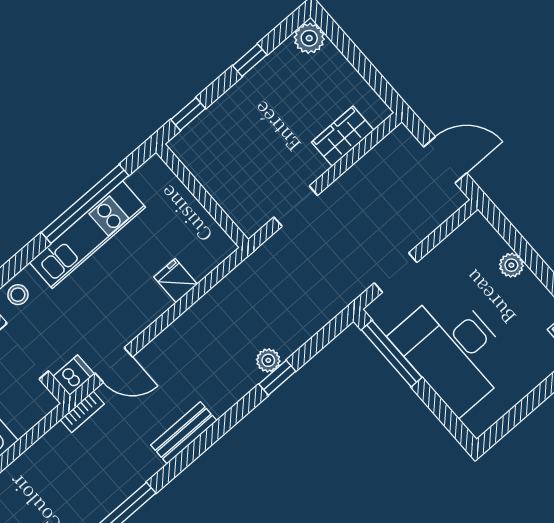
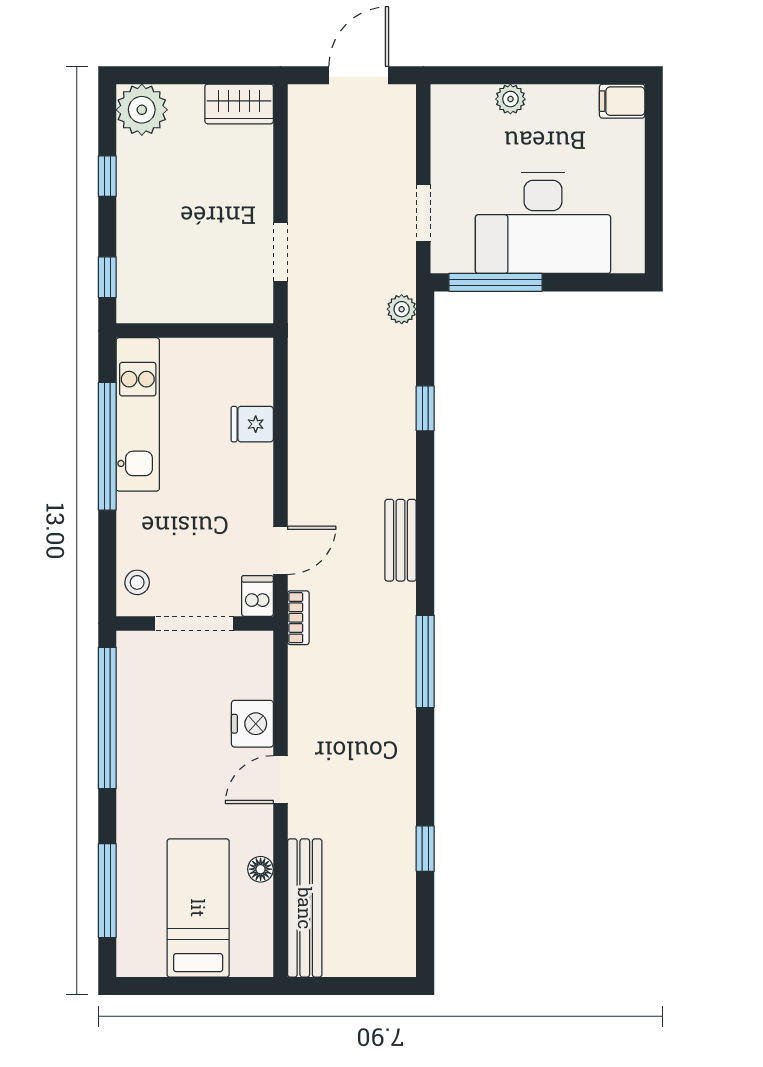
plant: (309, 38) -> (142, 110), width x1.36, depth x1.36
wardrobe: (343, 136) -> (239, 104), moved, turned -90
kitchen unit: (87, 235) -> (138, 414), moved
plant: (268, 360) -> (402, 309), moved

